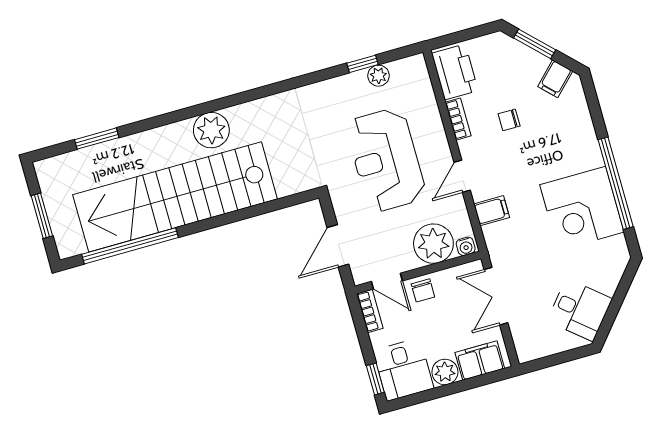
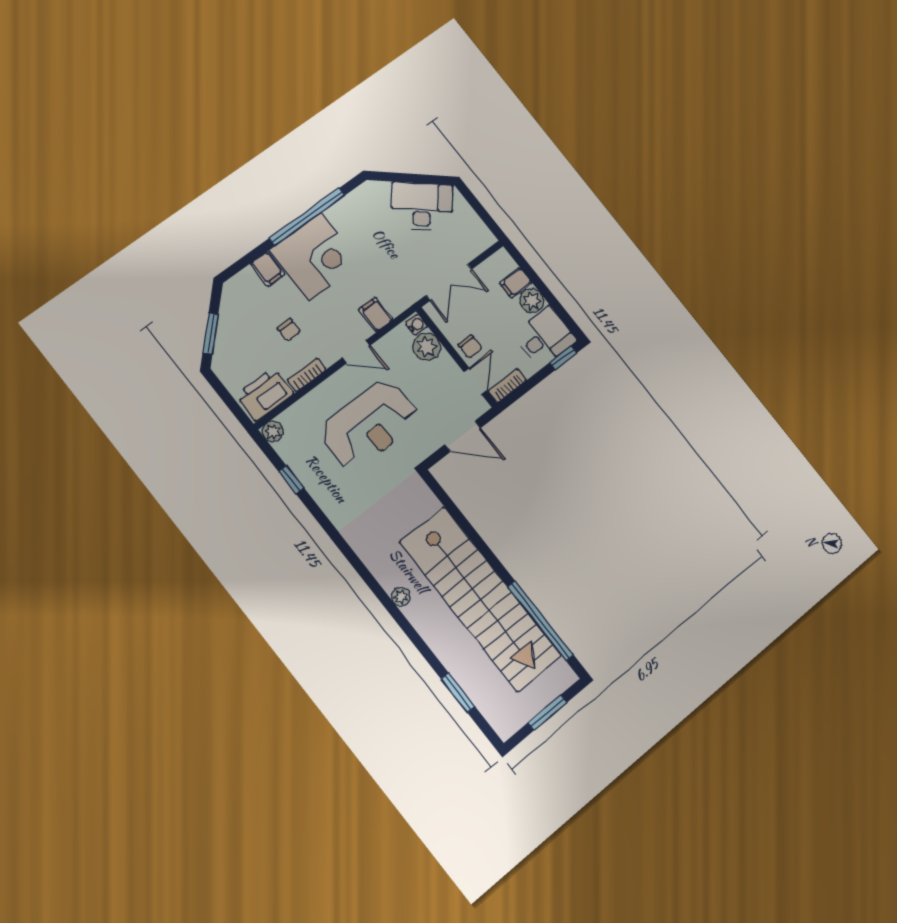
plant: (378, 76) -> (273, 431), moved
filing cabinet: (555, 79) -> (268, 269), moved, turned 45
plant: (211, 130) -> (401, 597), width x0.53, depth x0.53
corner desk: (582, 208) -> (315, 256), moved
plant: (433, 244) -> (427, 347), width x0.73, depth x0.73
chair: (423, 290) -> (470, 347), turned 90
desk: (580, 310) -> (422, 206), width x1.37
filing cabinet: (480, 360) -> (516, 283), width x0.50

